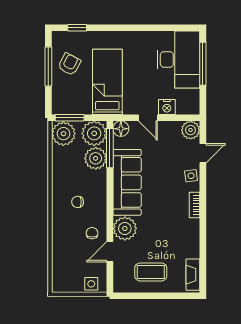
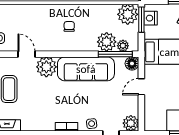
nightstand: (167, 107) -> (151, 18), moved
plant: (94, 133) -> (123, 46), width x0.53, depth x0.53
chair: (92, 233) -> (42, 39), removed

